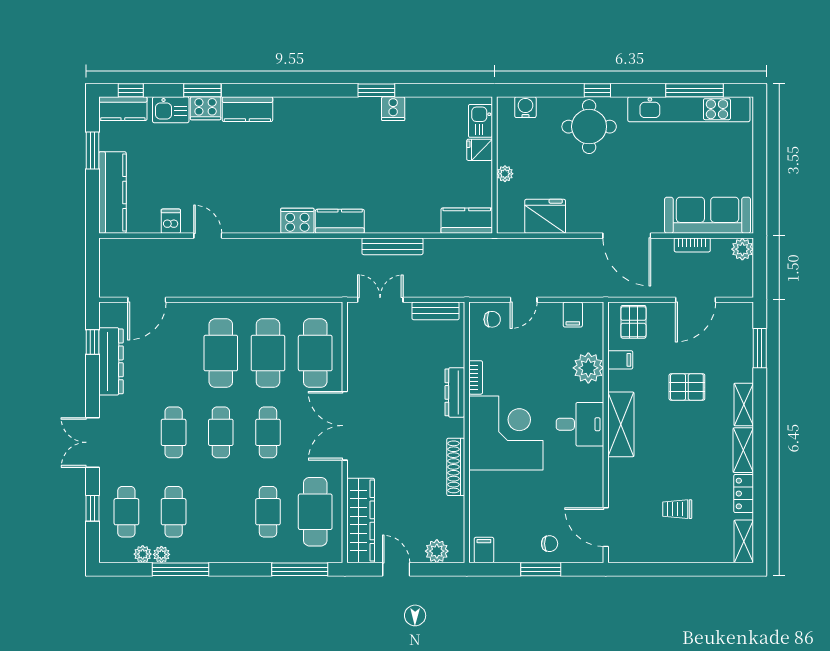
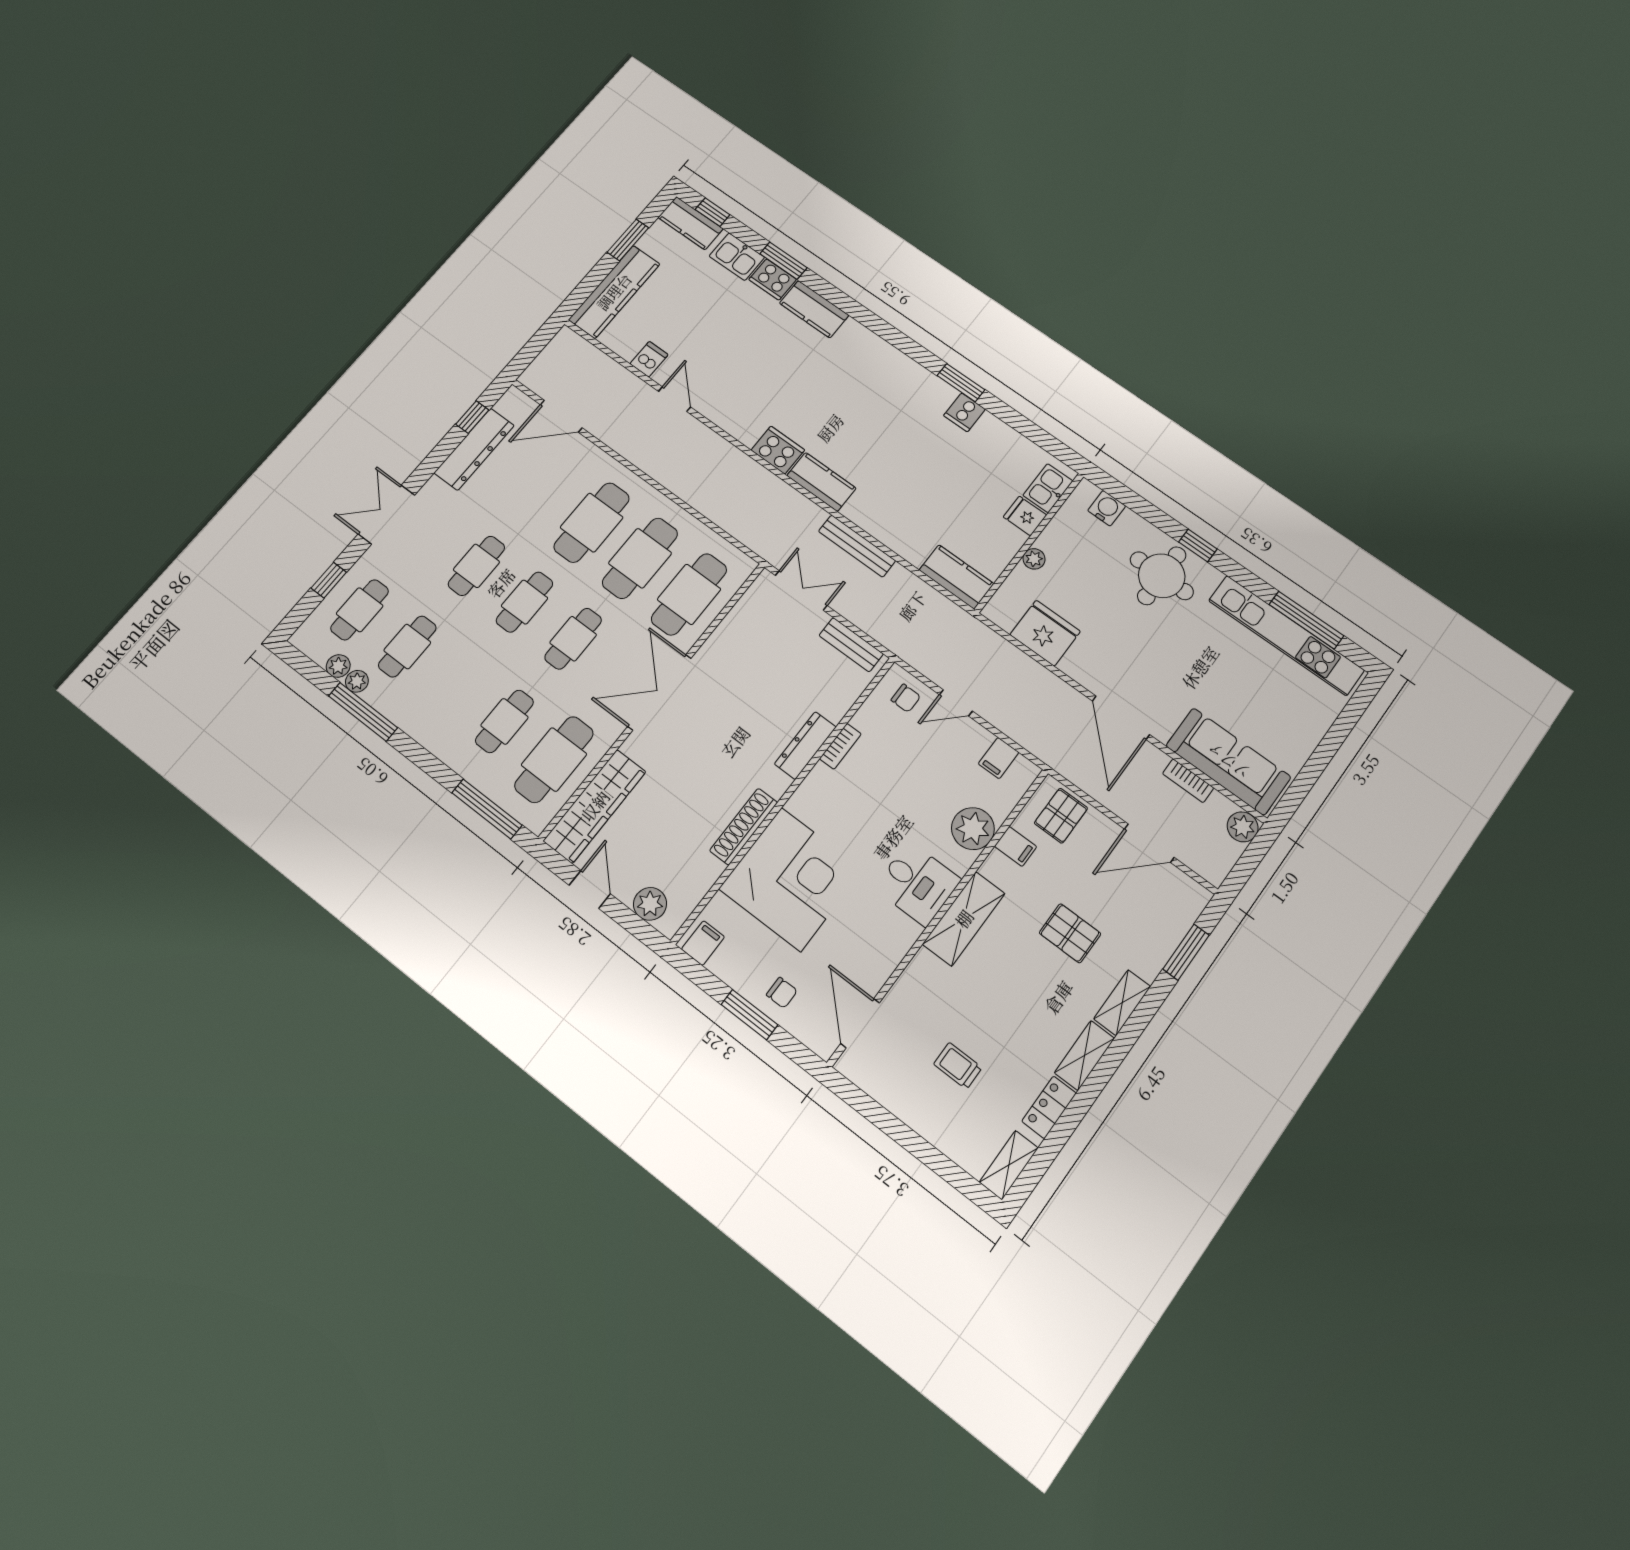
corner desk: (506, 433) -> (791, 879), moved

